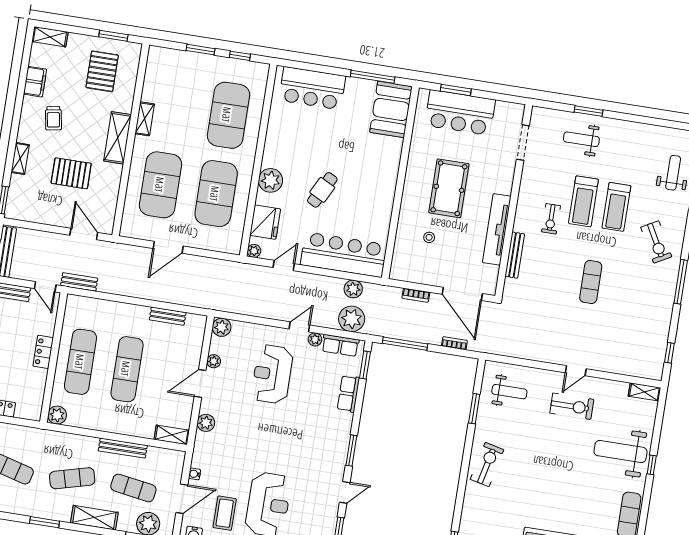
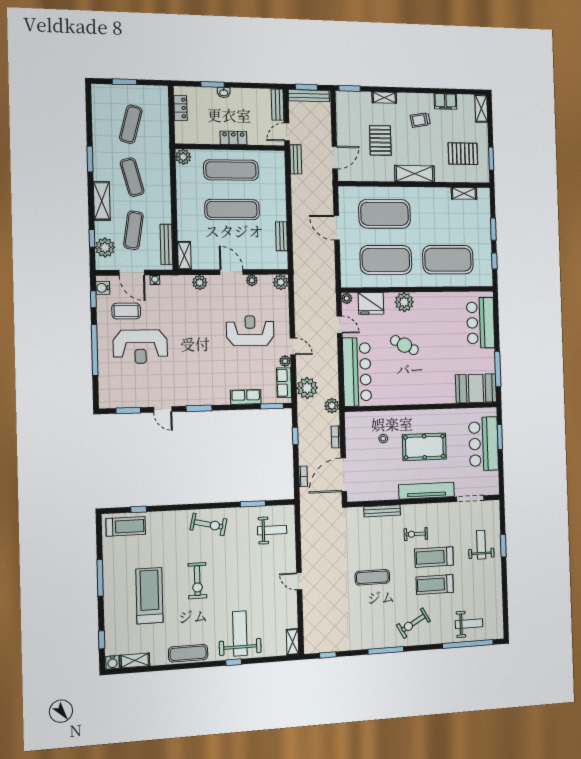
shelving: (145, 119) -> (464, 193), moved
tv unit: (497, 229) -> (427, 491), moved
plant: (353, 289) -> (332, 406), moved
window: (405, 344) -> (295, 436), width x0.46
weight bench: (509, 392) -> (272, 530), turned -90
exercise bike: (572, 406) -> (197, 581), moved
bench: (123, 448) -> (166, 244), moved

